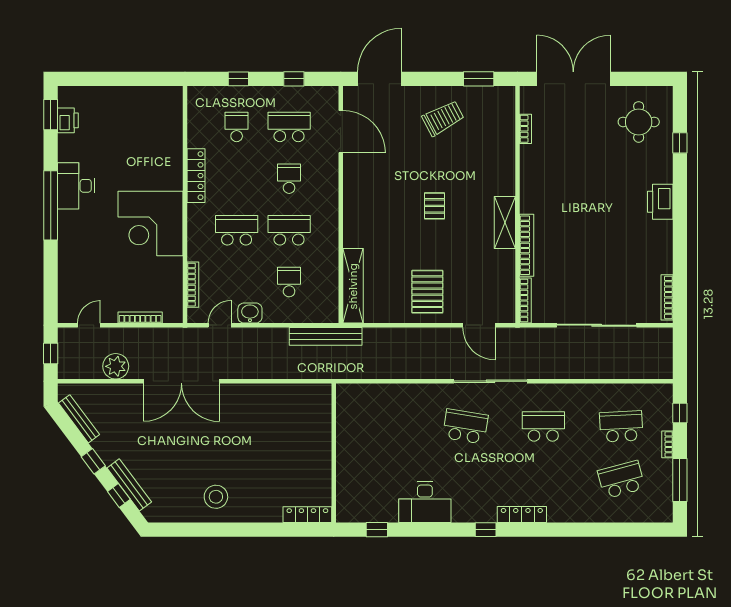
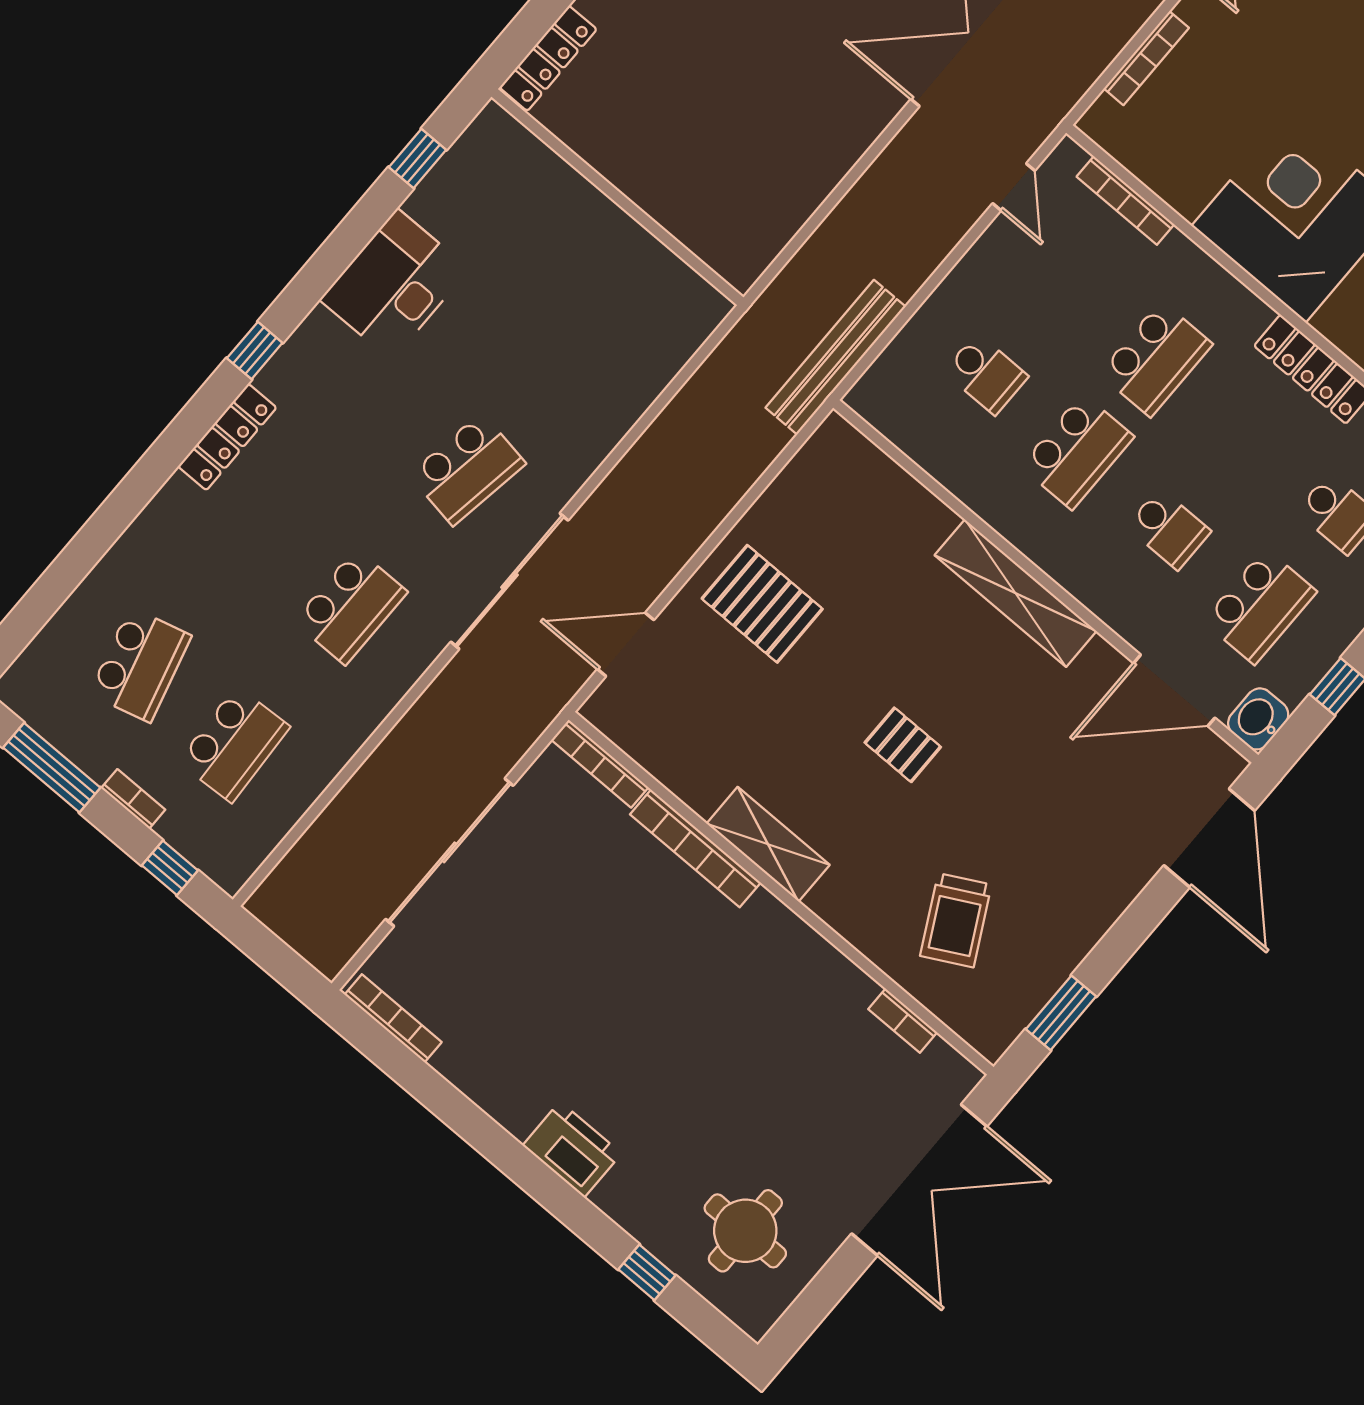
trolley: (443, 118) -> (956, 920), moved
shelving: (353, 286) -> (1016, 593), moved
washbasin: (250, 313) -> (1258, 719), moved, turned 180

